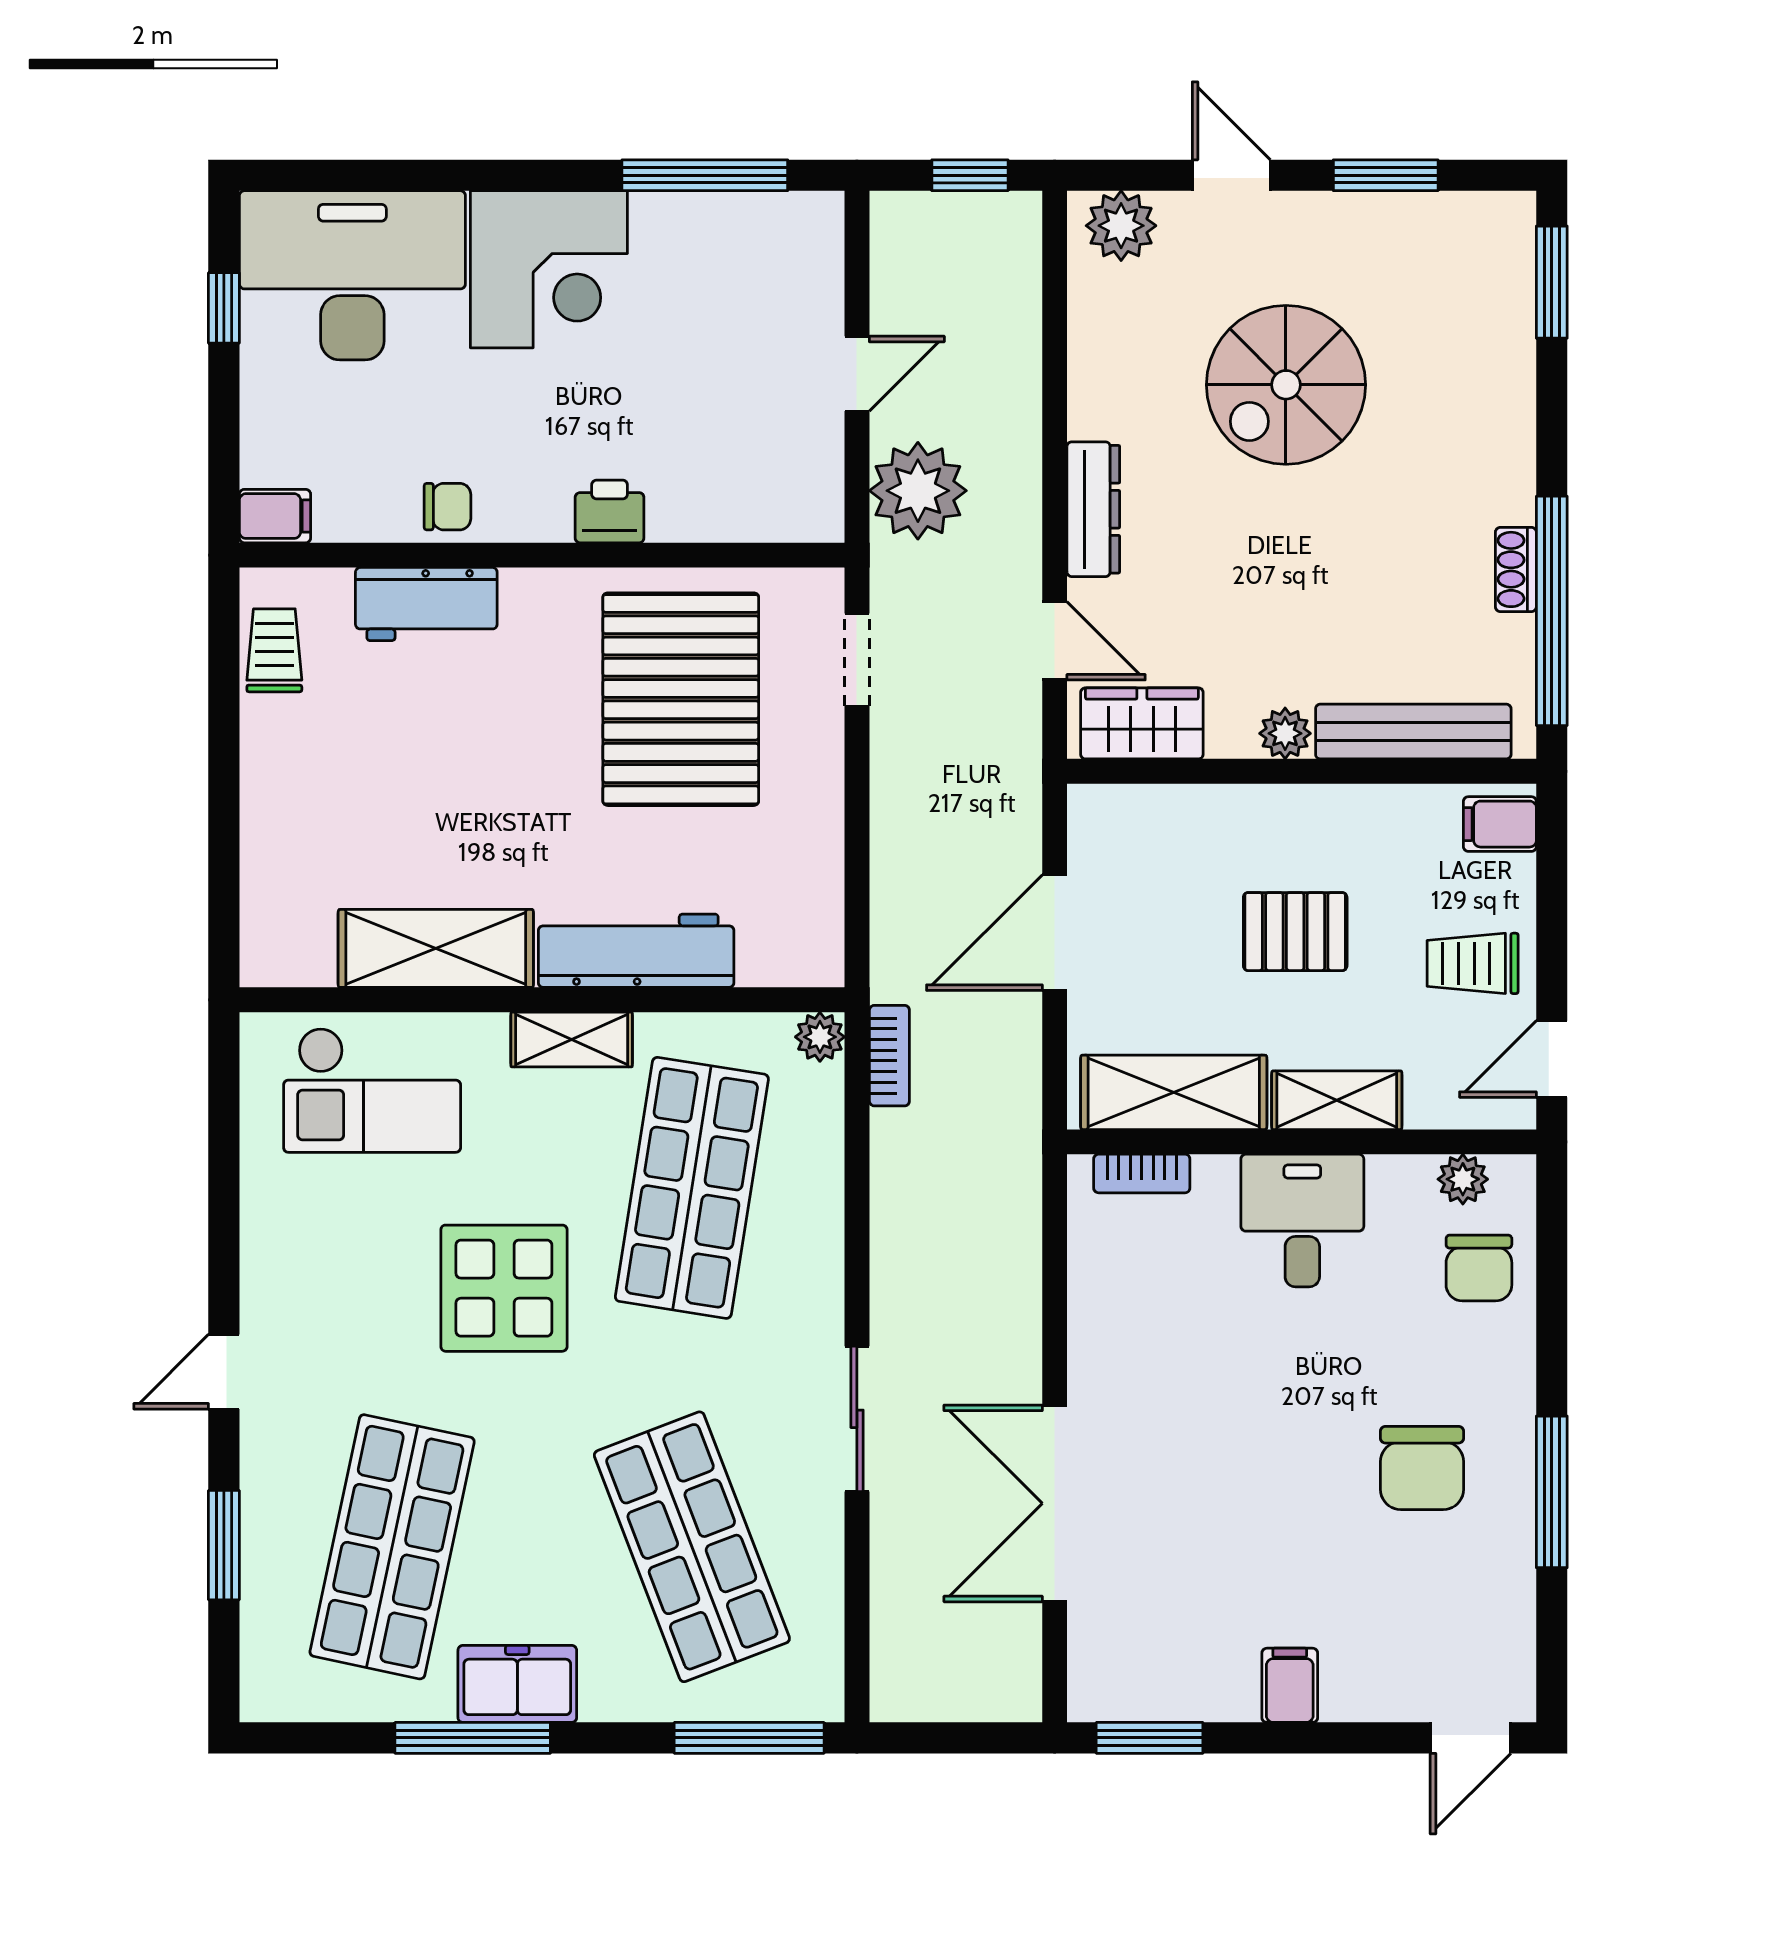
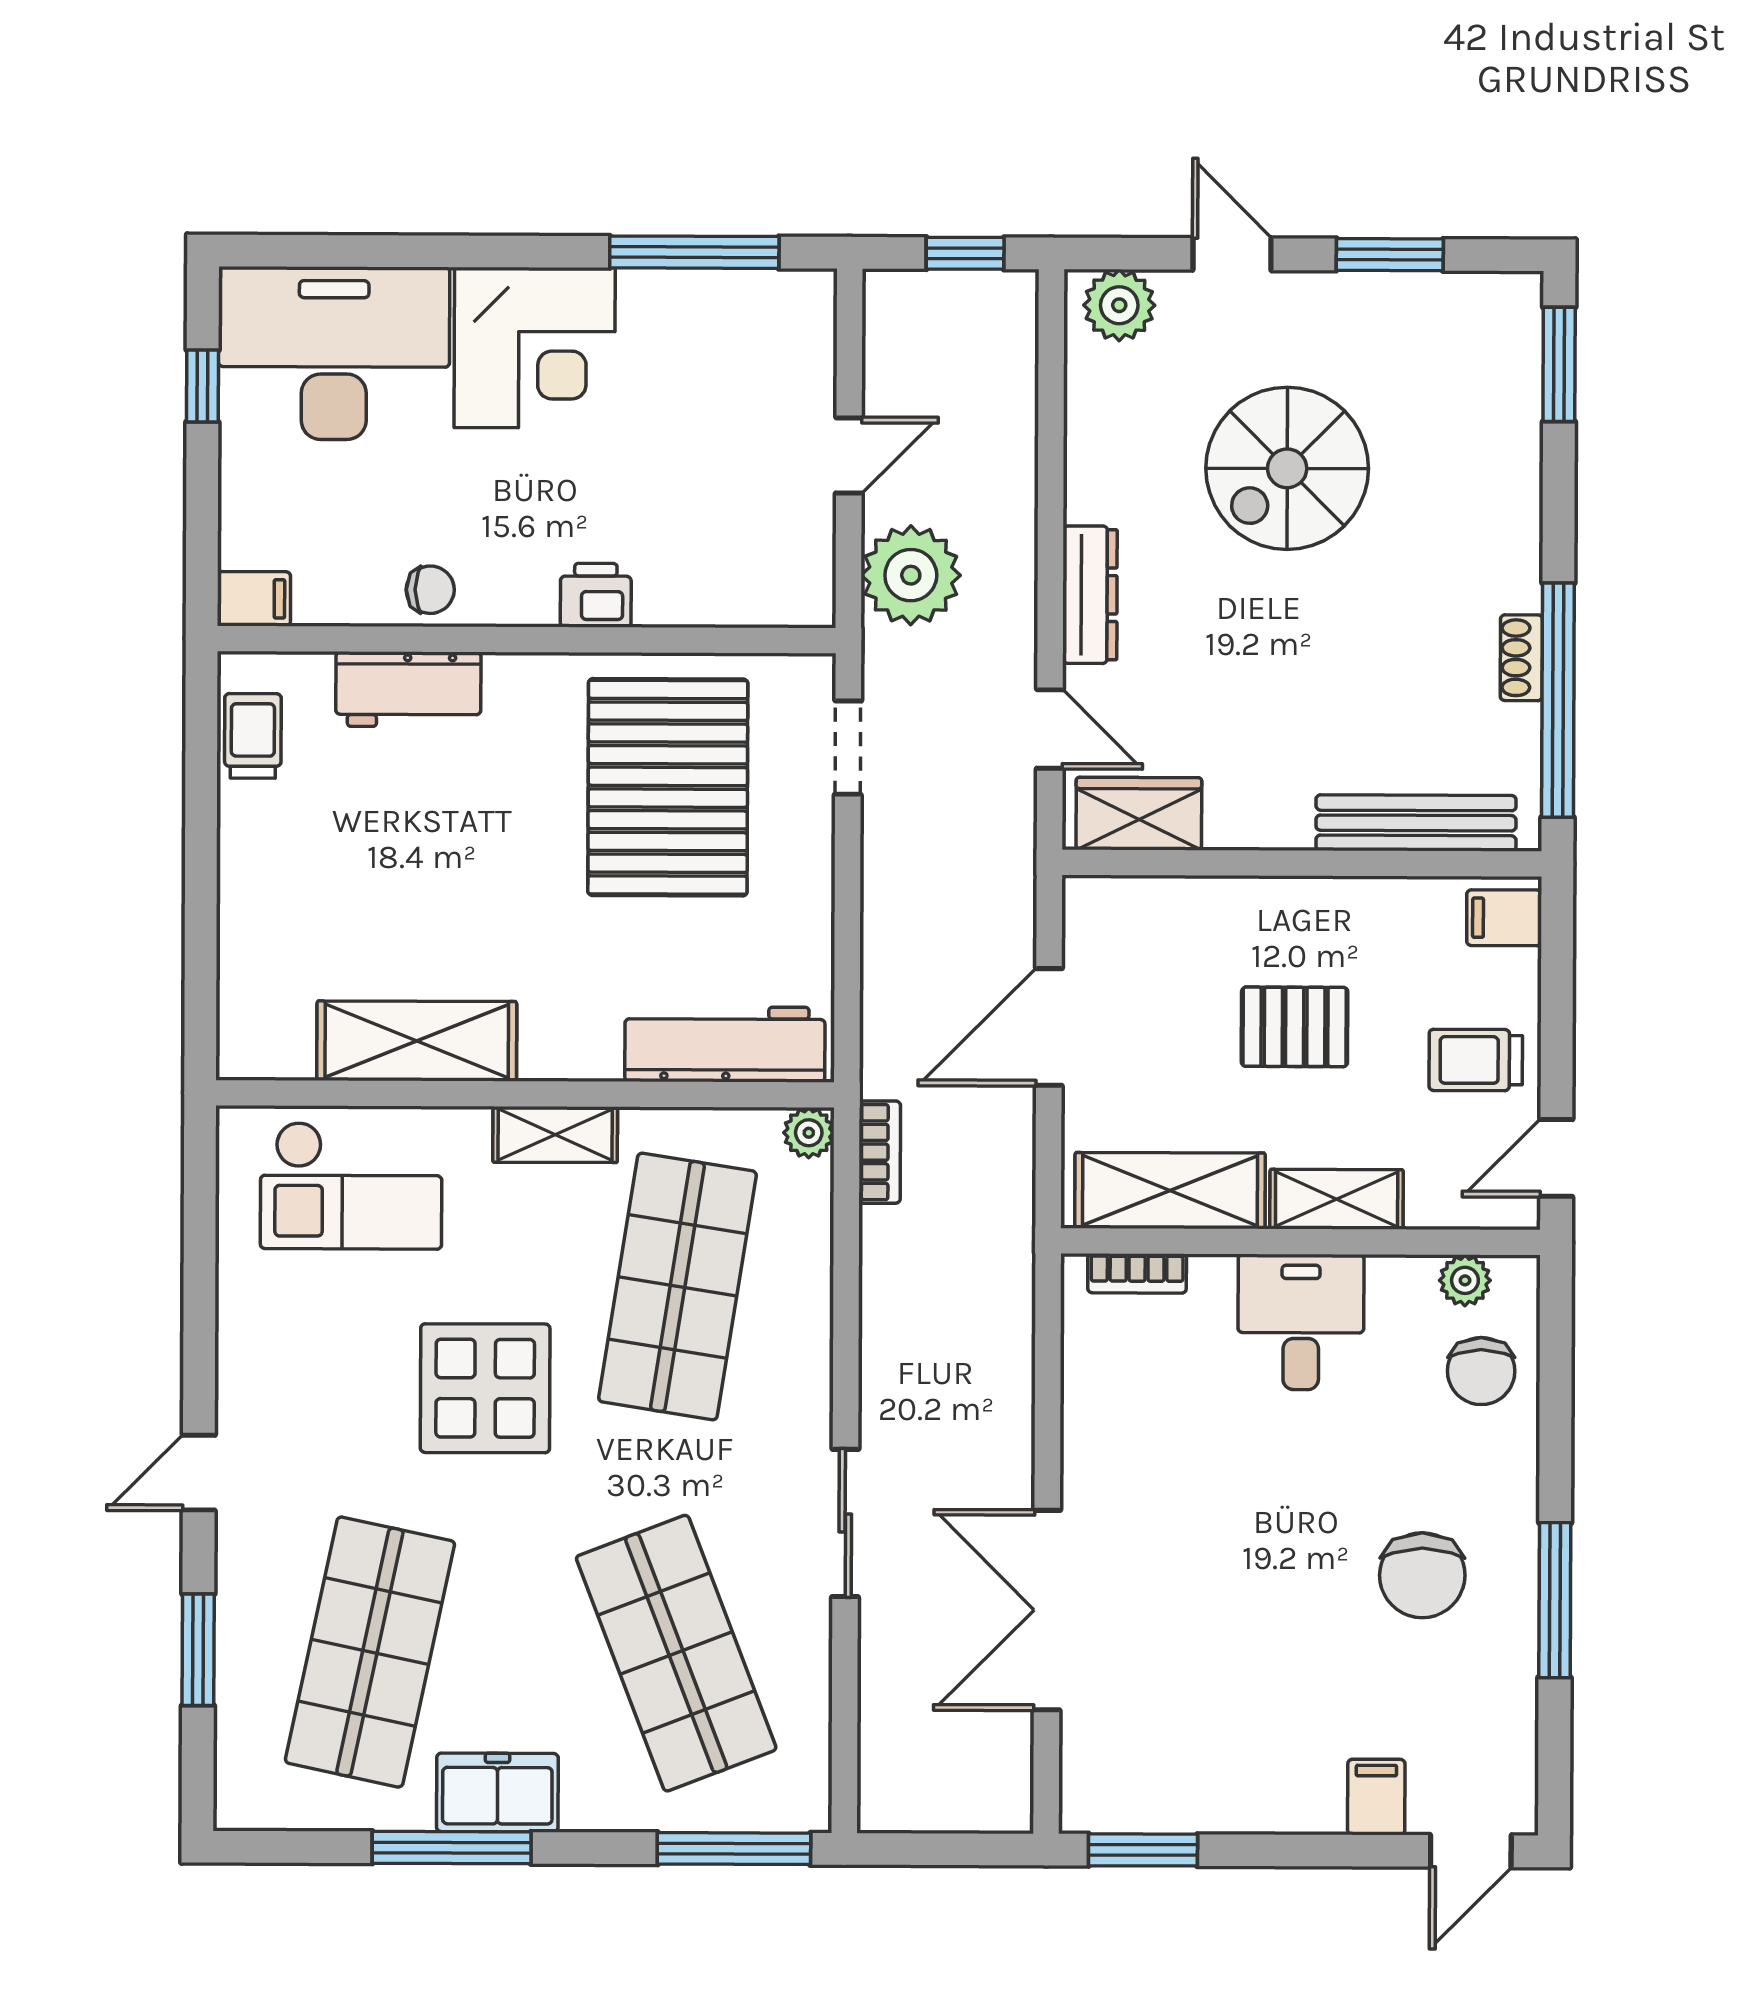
plant: (1285, 733) -> (1285, 824), removed
workbench: (636, 951) -> (725, 1044), moved
filing cabinet: (1290, 1685) -> (1376, 1797), moved

